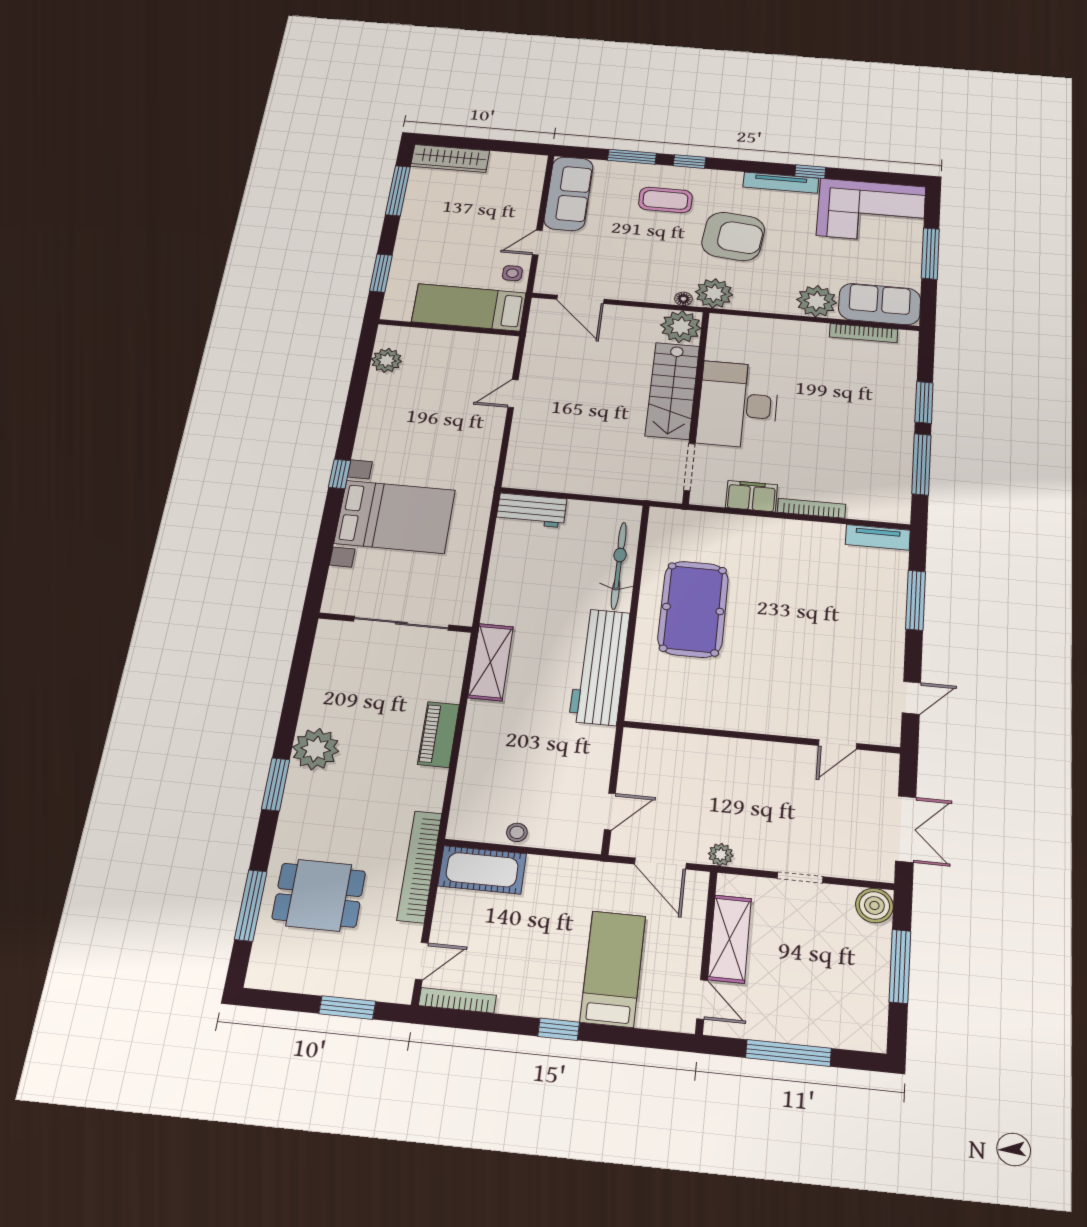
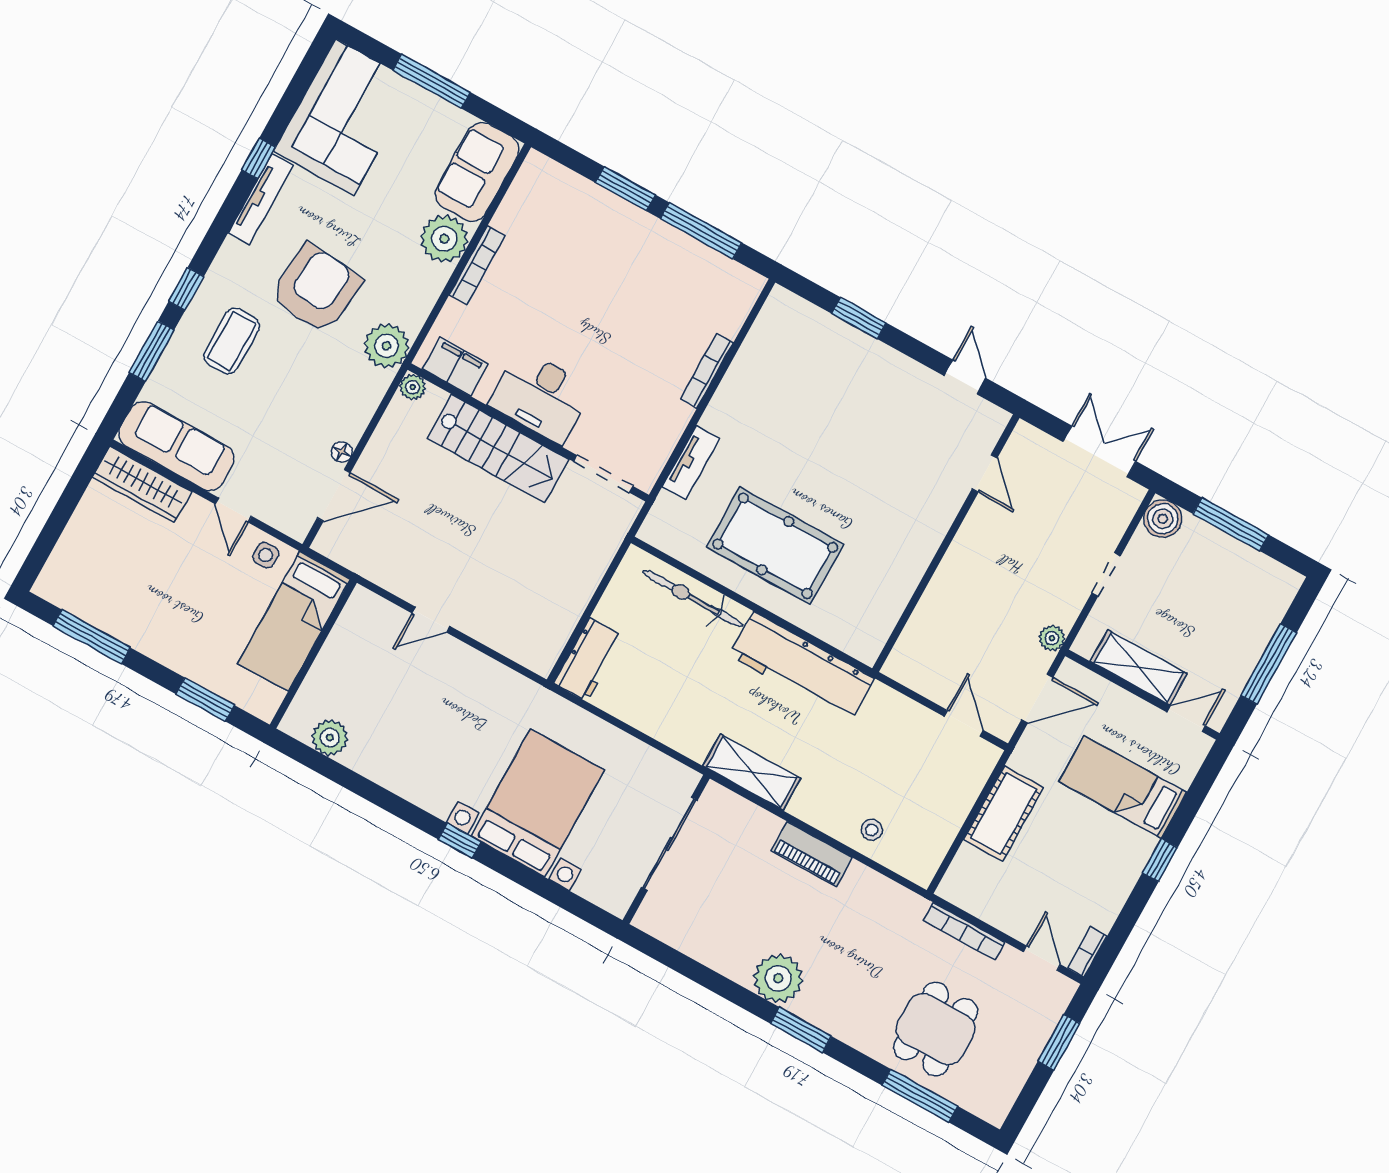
wardrobe: (450, 159) -> (142, 484), moved, turned 90
floor lamp: (683, 299) -> (342, 452), moved
plant: (681, 327) -> (413, 387), width x0.53, depth x0.53
bookcase: (864, 333) -> (477, 265), moved
door: (513, 394) -> (431, 620), hinge flipped
desk: (738, 405) -> (541, 396), width x0.73, depth x0.77
filing cabinet: (751, 496) -> (455, 367), moved, turned 90
tv unit: (878, 537) -> (691, 463), moved
window: (916, 600) -> (859, 318), width x0.69
stool: (517, 832) -> (872, 830), moved
bookcase: (420, 866) -> (964, 932), width x0.68, depth x0.76
cot: (482, 870) -> (1003, 814), moved
bookcase: (457, 1000) -> (1087, 952), width x0.64

